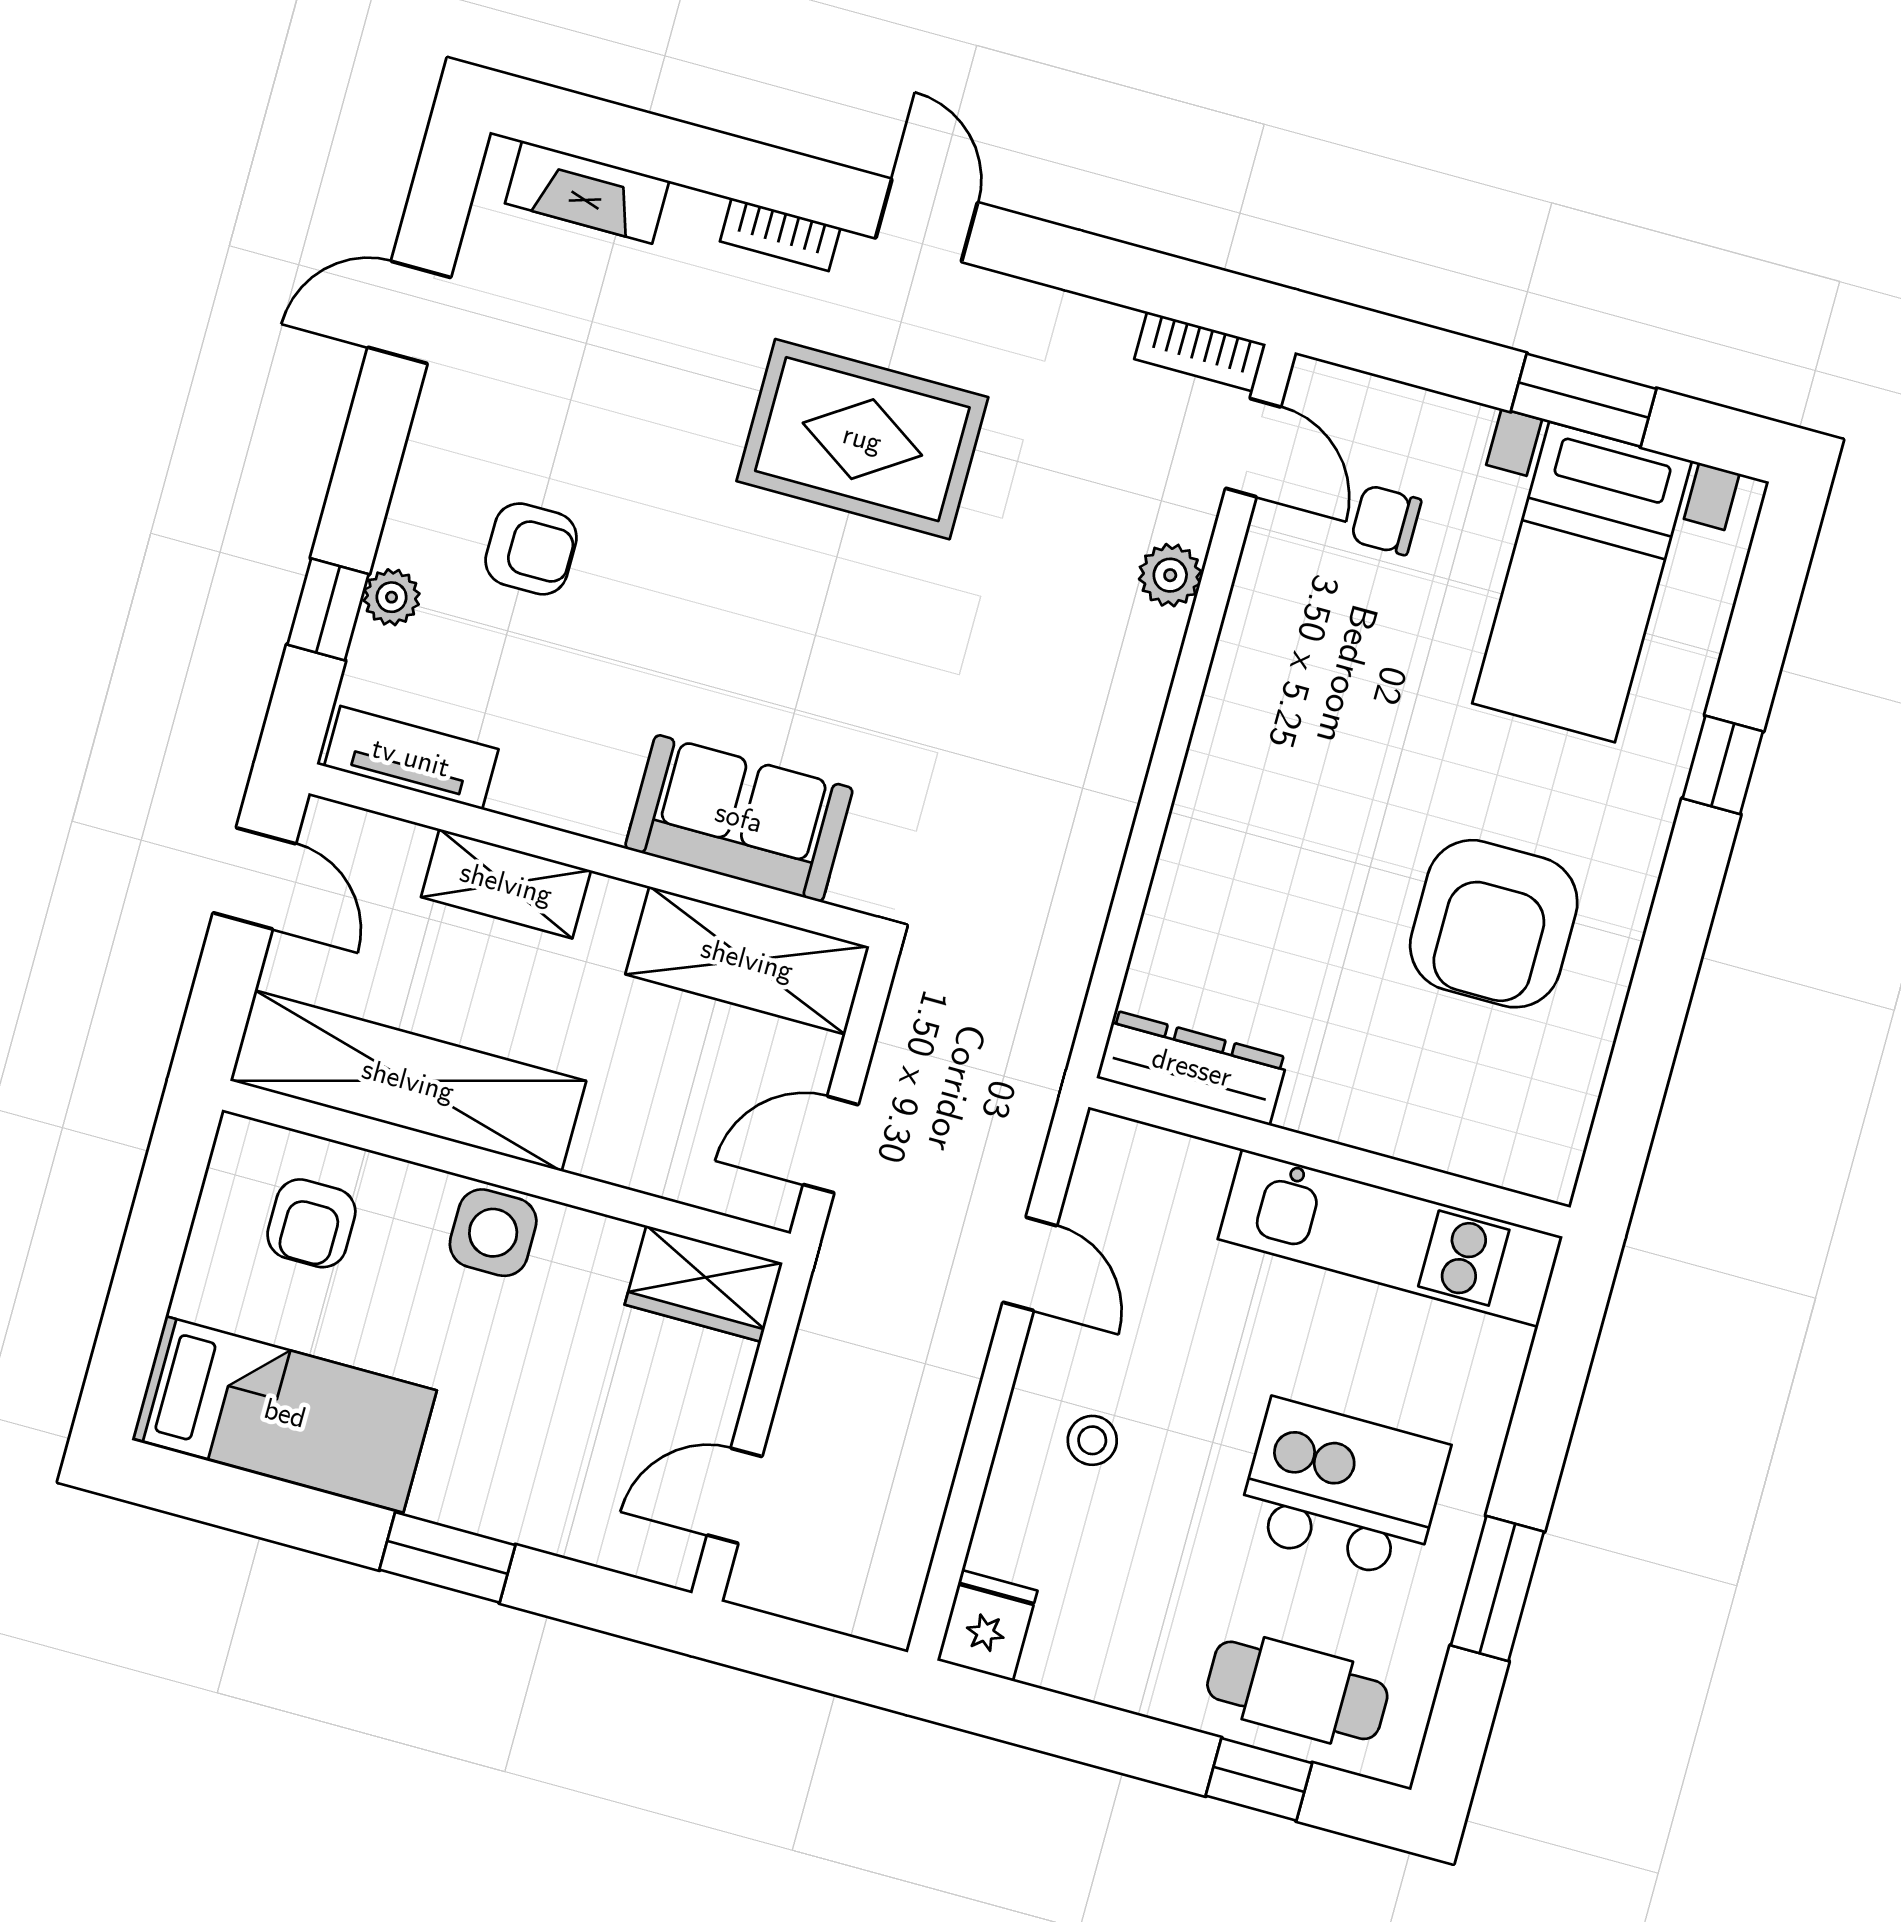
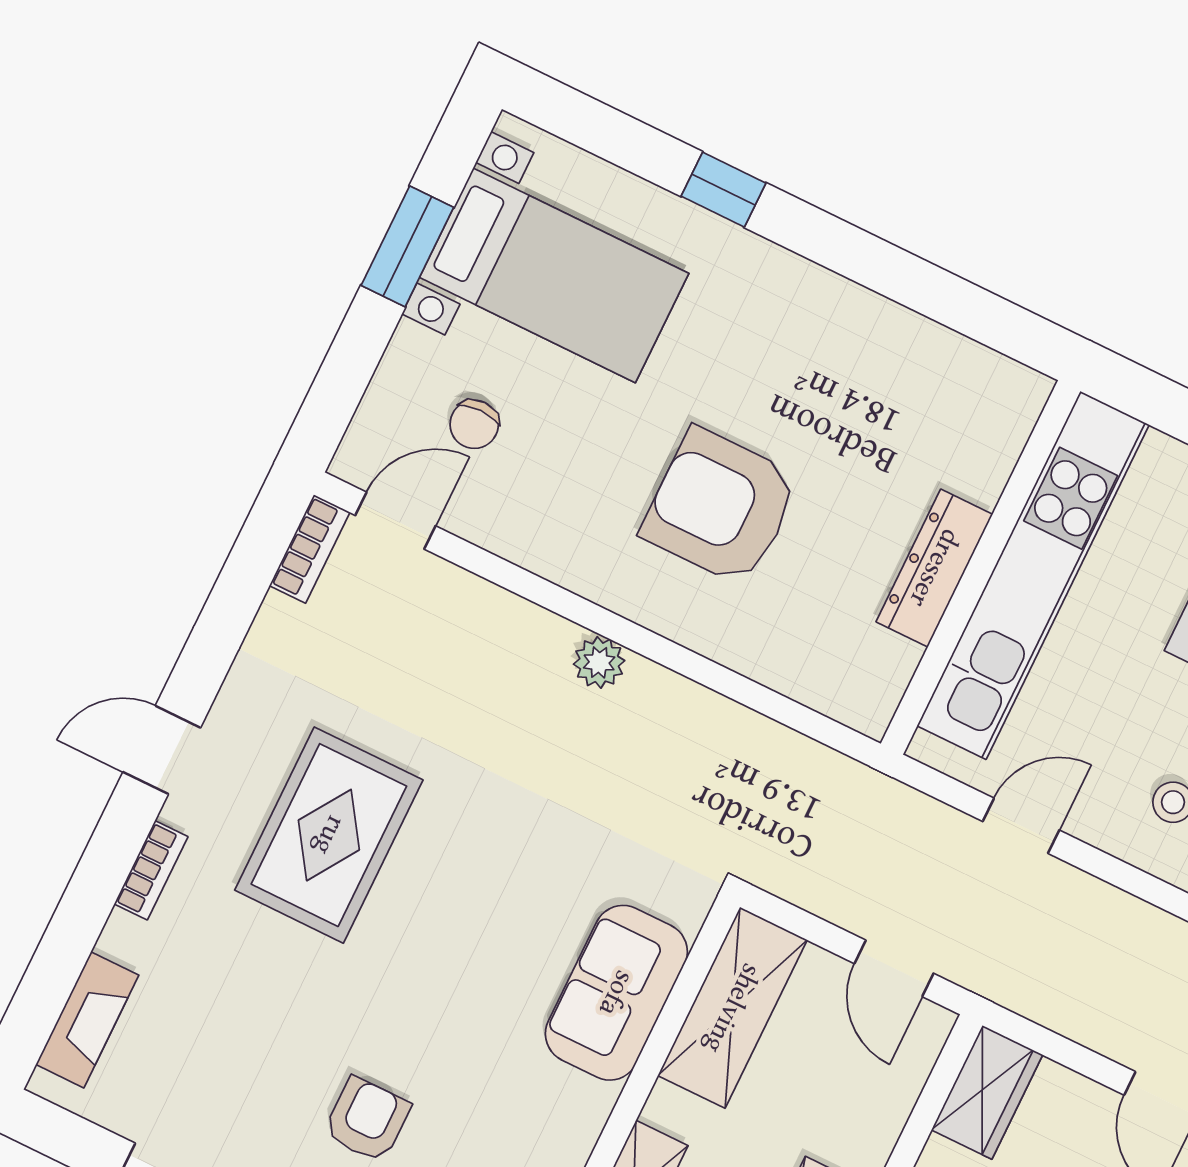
plant: (1170, 575) -> (599, 662), moved
armchair: (1494, 924) -> (721, 507), moved, turned 180
dresser: (1192, 1068) -> (934, 568), moved
kitchen unit: (1390, 1238) -> (1033, 575), width x1.36

